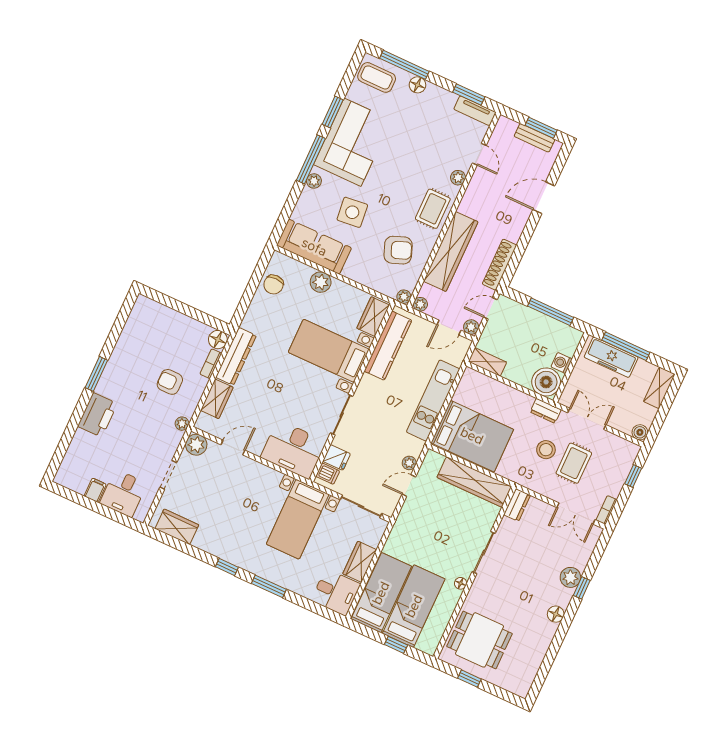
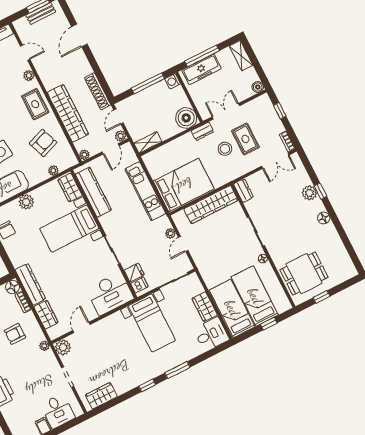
plant: (404, 297) -> (53, 170), moved
washing machine: (562, 363) -> (173, 81), moved

